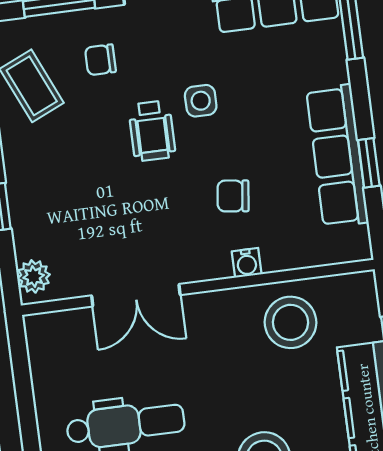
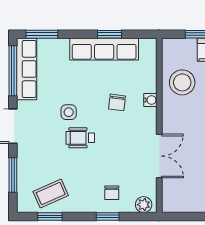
chair: (100, 60) -> (112, 193), moved
wheelchair: (152, 131) -> (80, 138), turned 180

